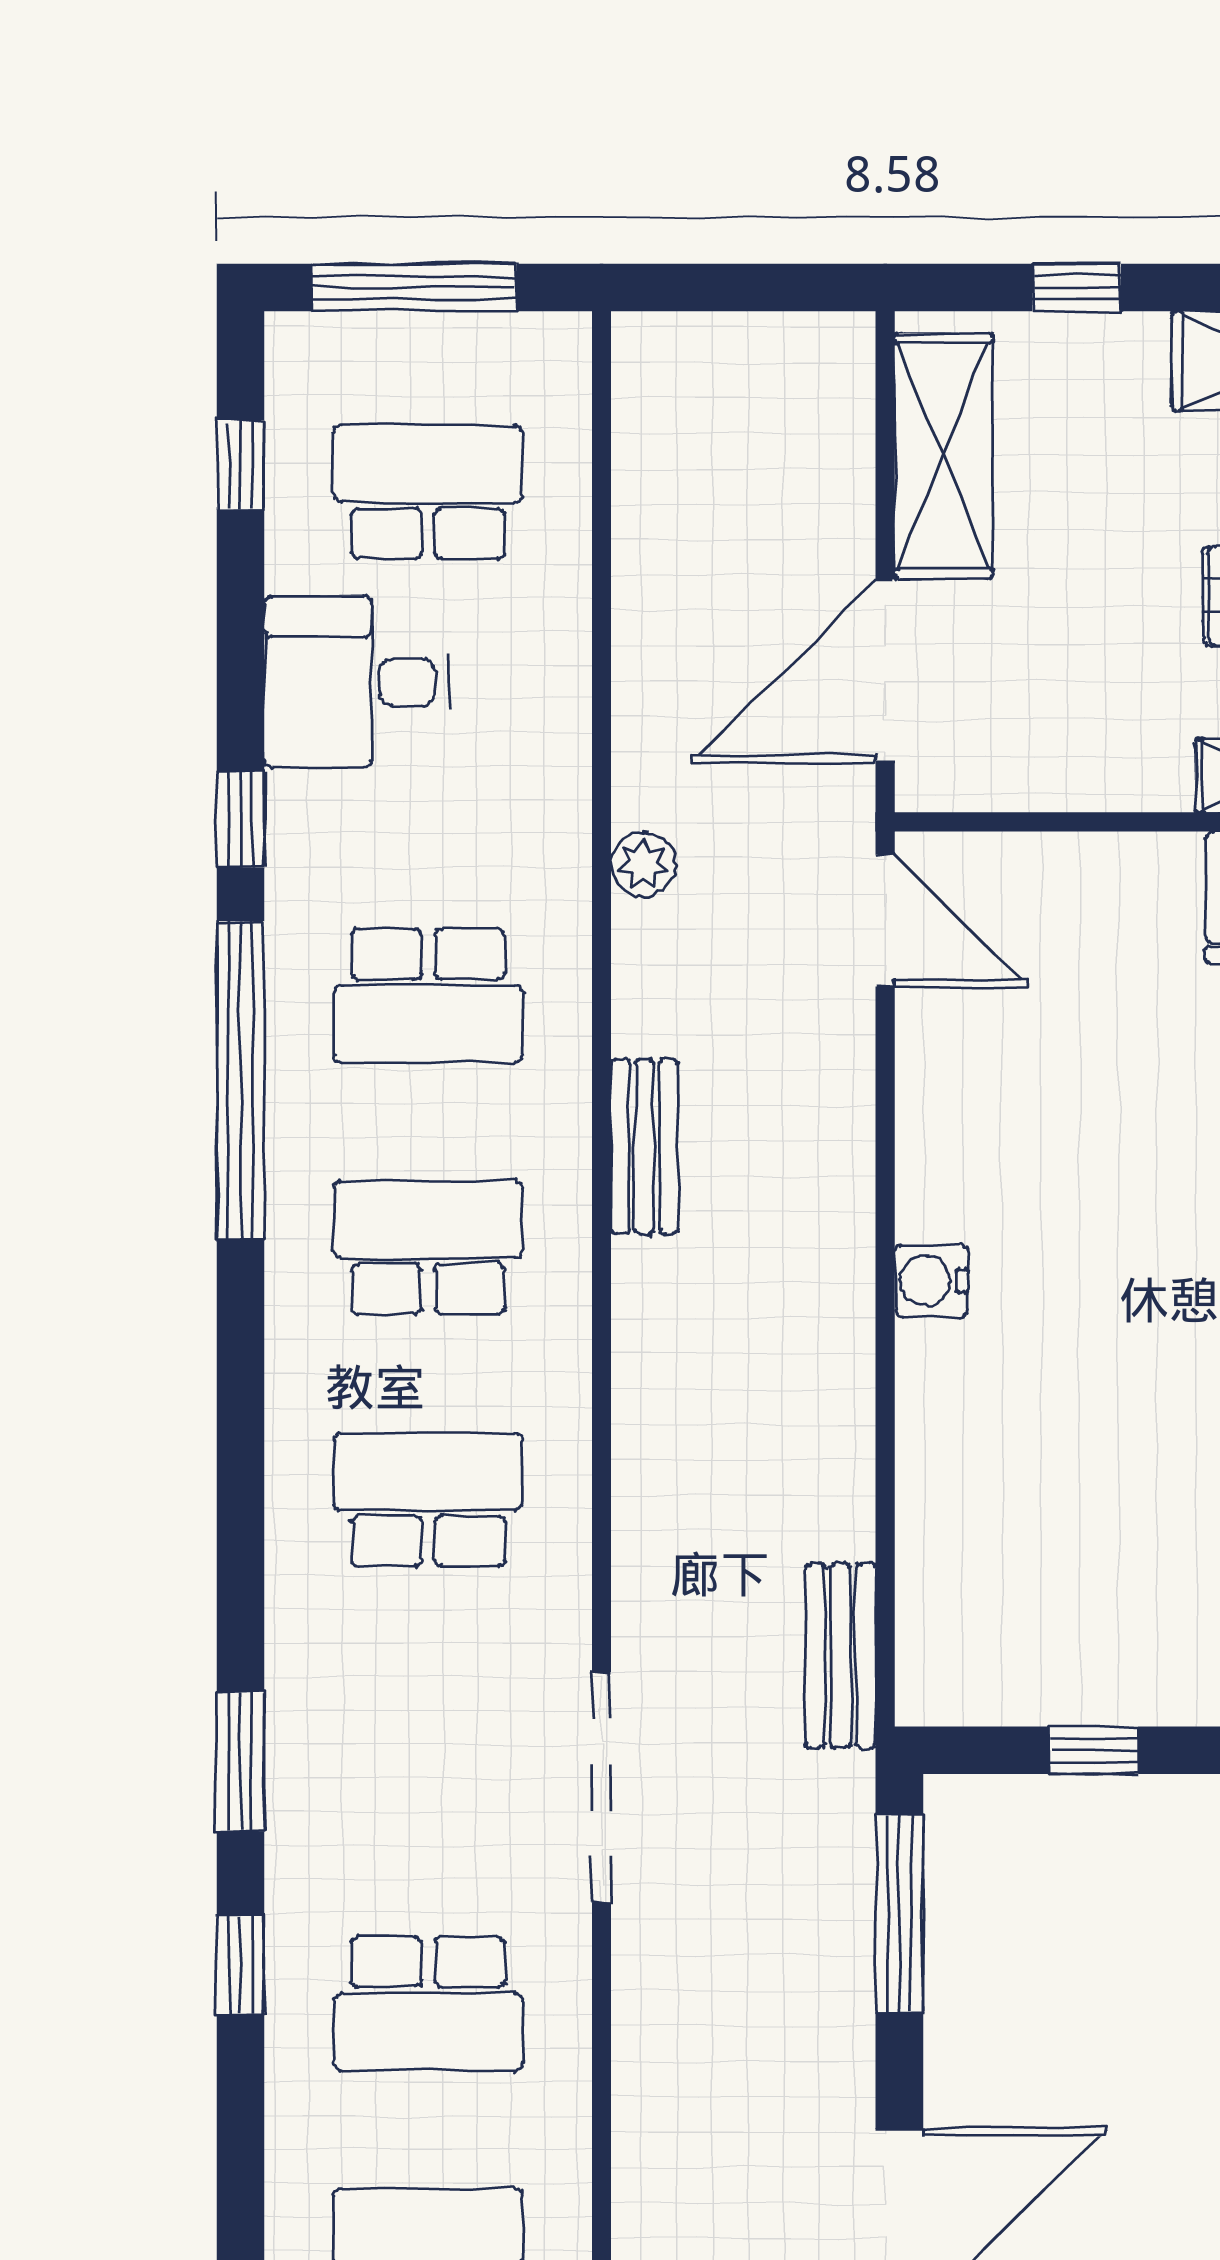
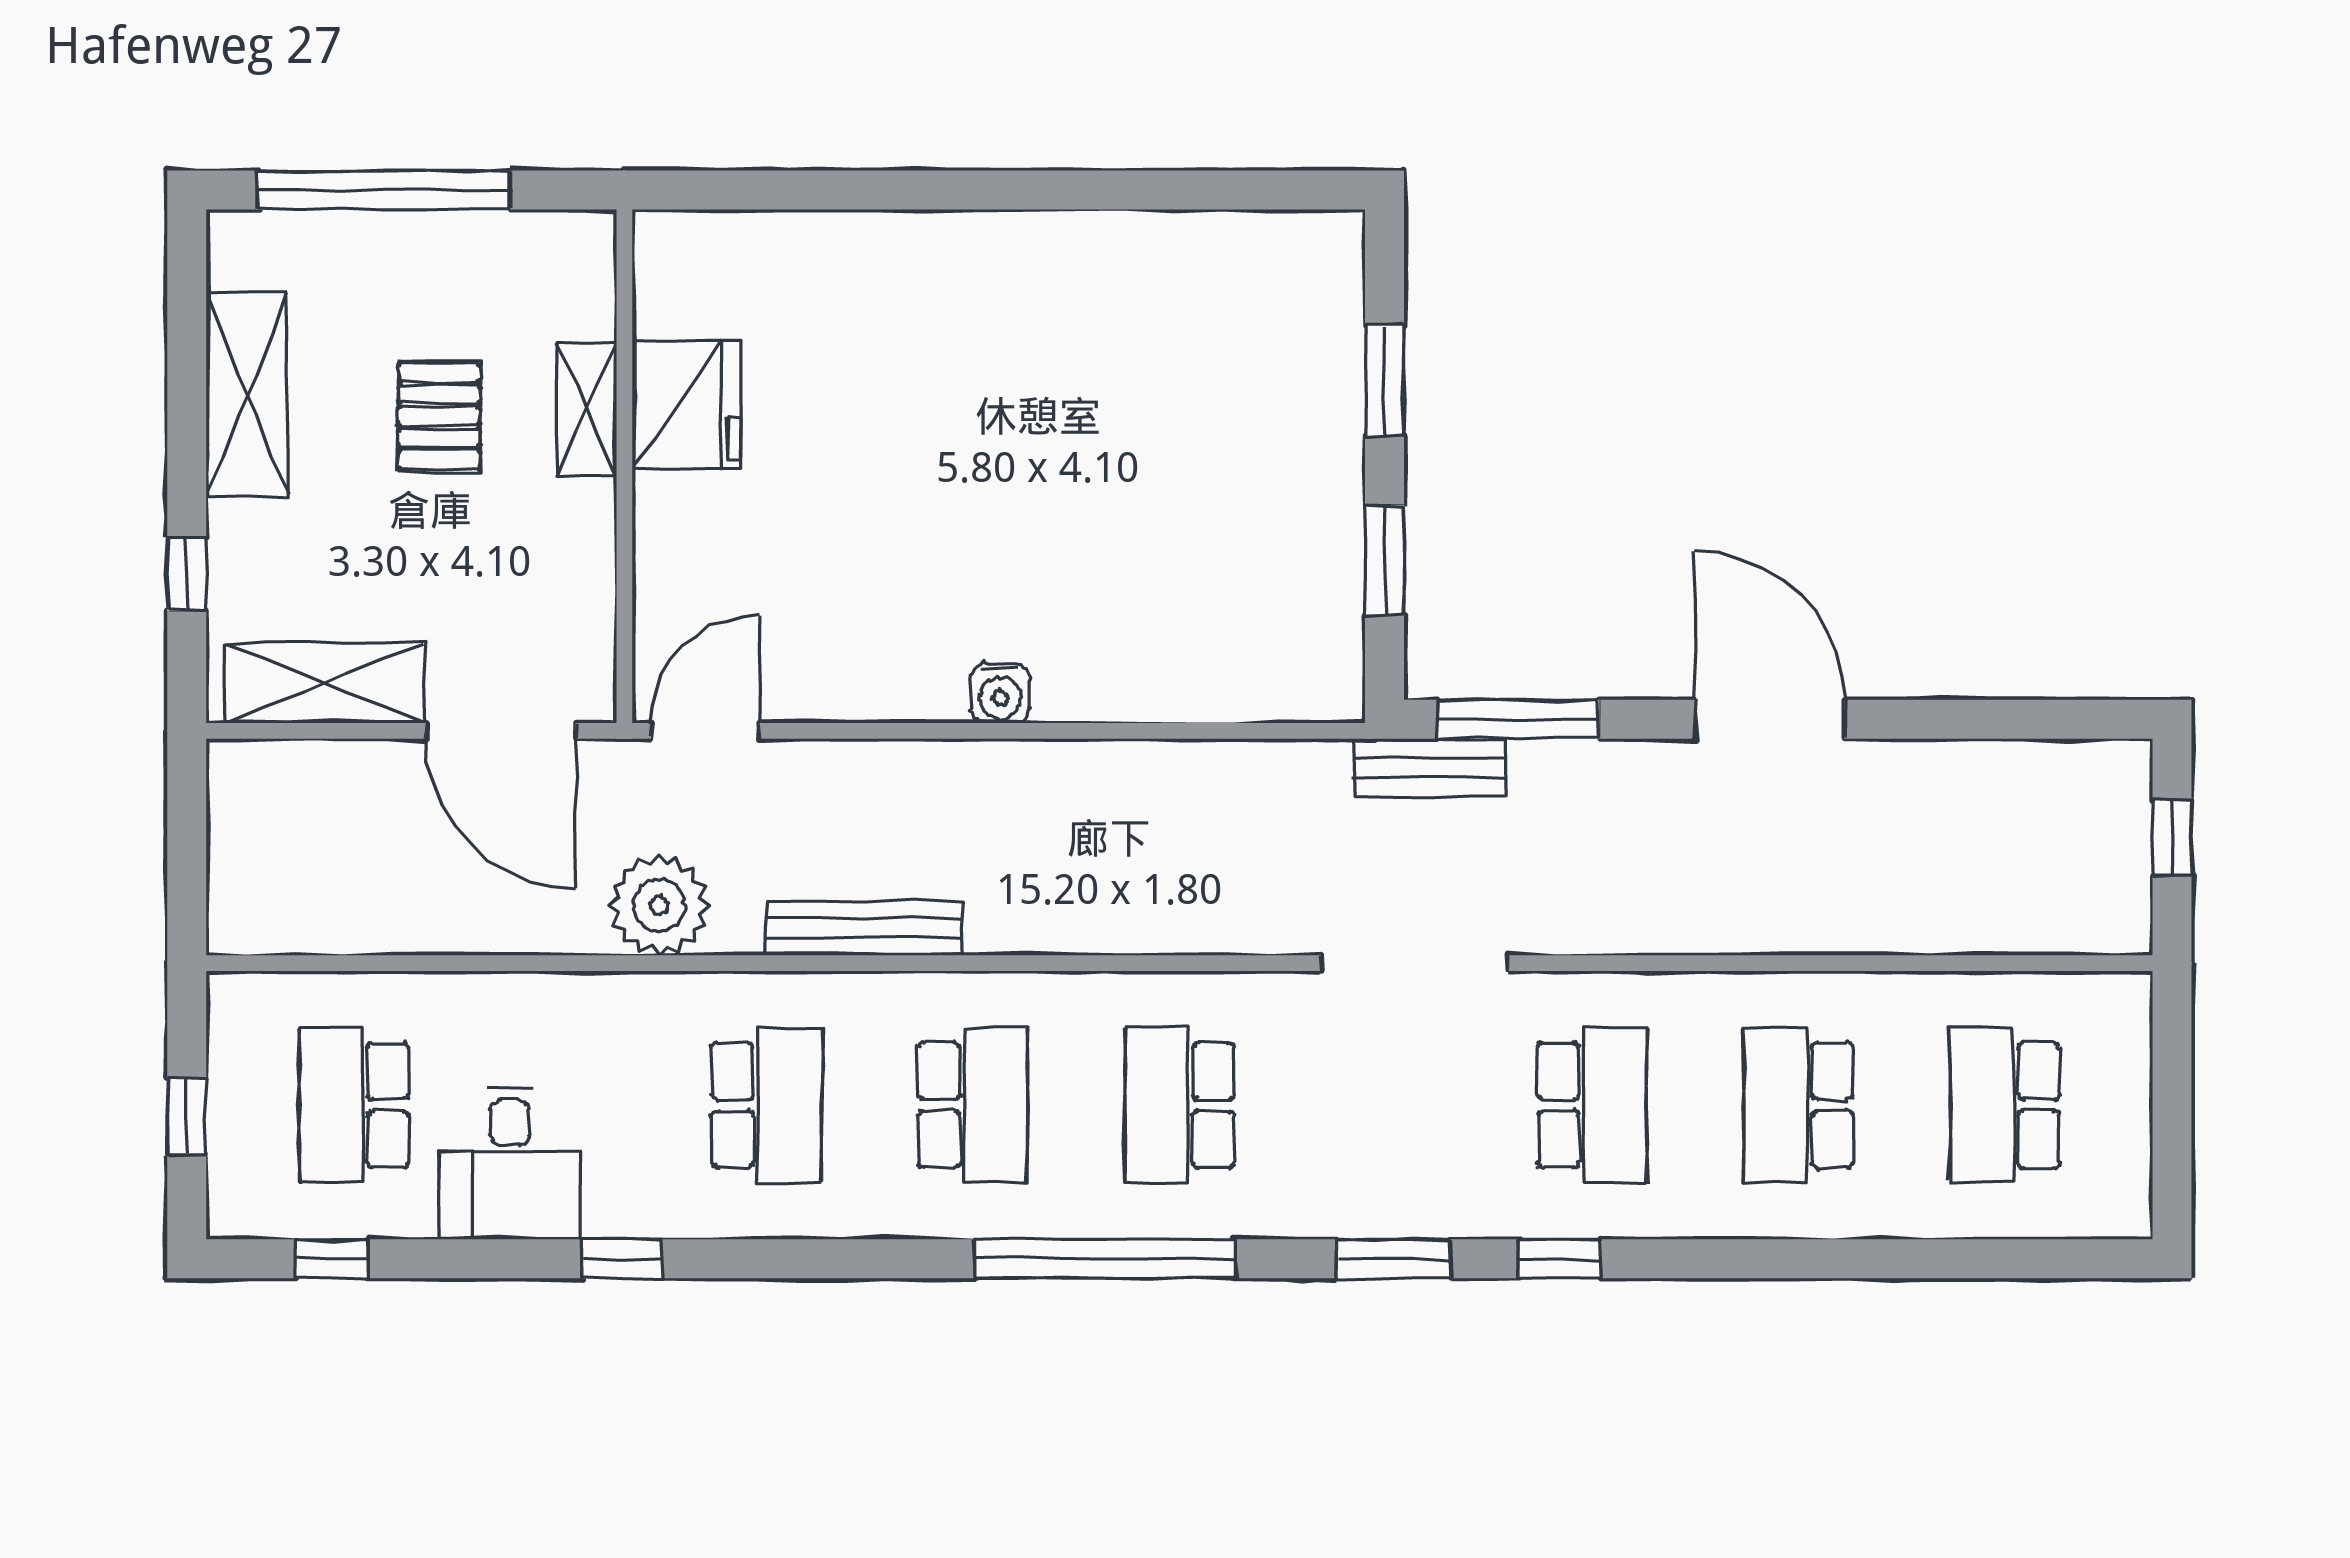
window: (414, 288) -> (187, 1117), width x0.46
plant: (643, 864) -> (659, 906), width x1.88, depth x1.88
window: (241, 1080) -> (1105, 1259), moved
bench: (644, 1146) -> (864, 928), width x1.36
school desk: (428, 1248) -> (973, 1105), turned 180
bench: (840, 1656) -> (1430, 768), moved
window: (1094, 1750) -> (1385, 560), width x1.50

